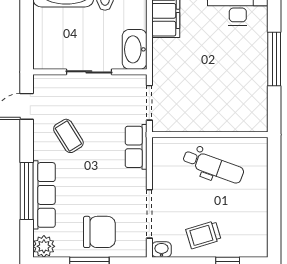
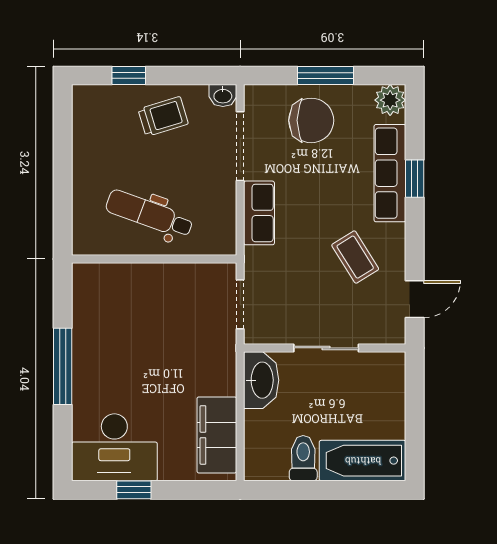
row of seats: (136, 147) -> (259, 213), moved
window: (27, 191) -> (415, 179), width x0.46
chair: (99, 232) -> (311, 120), turned 180

